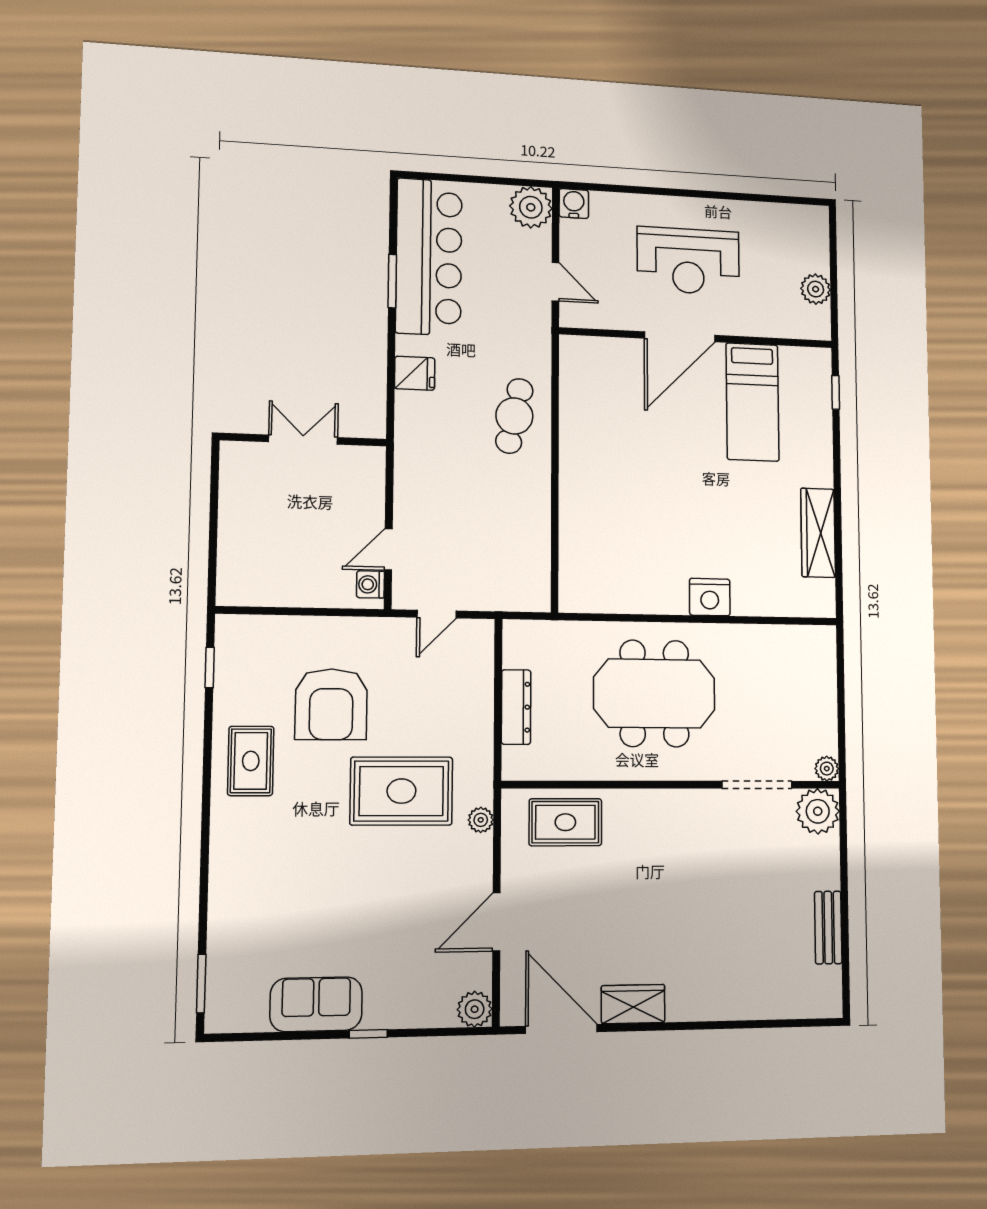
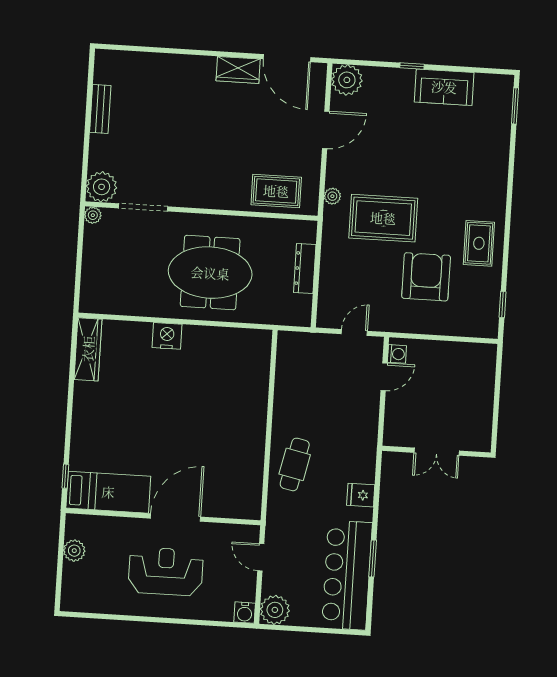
bed: (753, 402) -> (108, 492), moved, turned 90
wardrobe: (818, 533) -> (88, 349), moved
plant: (475, 1009) -> (347, 80), width x1.36, depth x1.36

